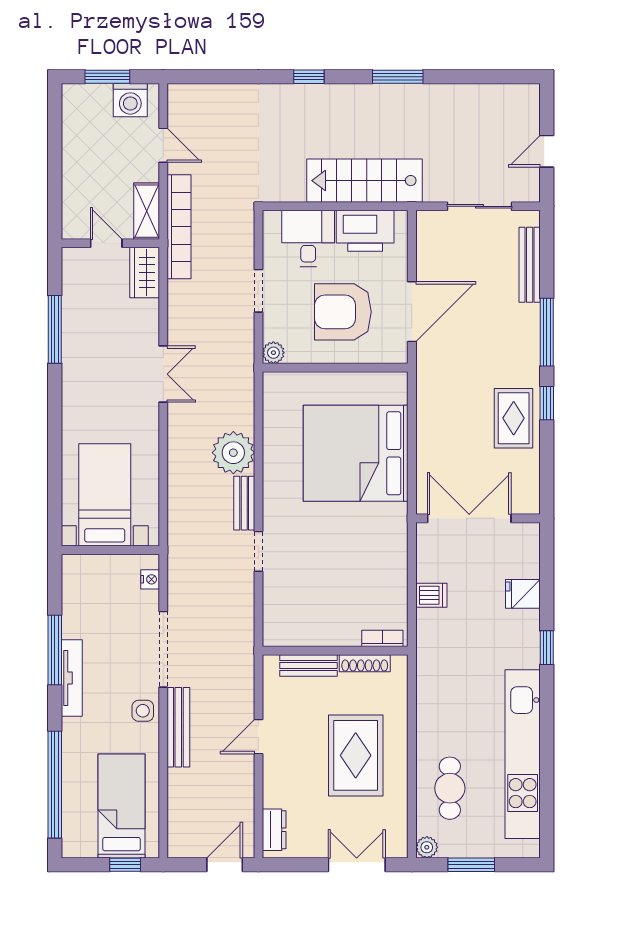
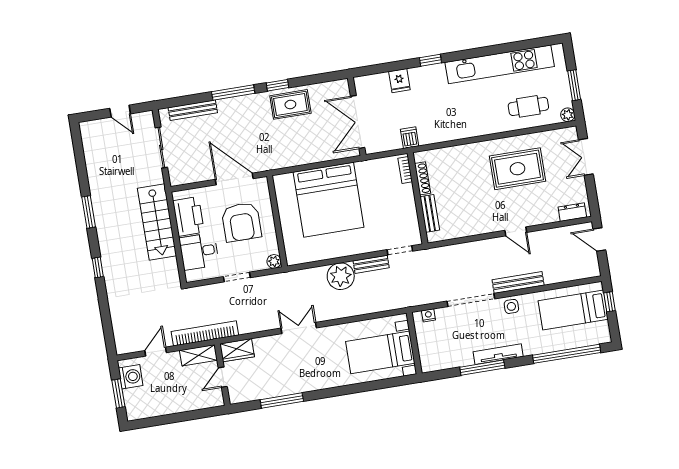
bookcase: (382, 638) -> (405, 170), moved
wall: (335, 651) -> (418, 198), moved
shoe rack: (365, 663) -> (423, 178), moved
bench: (308, 665) -> (430, 213), moved

